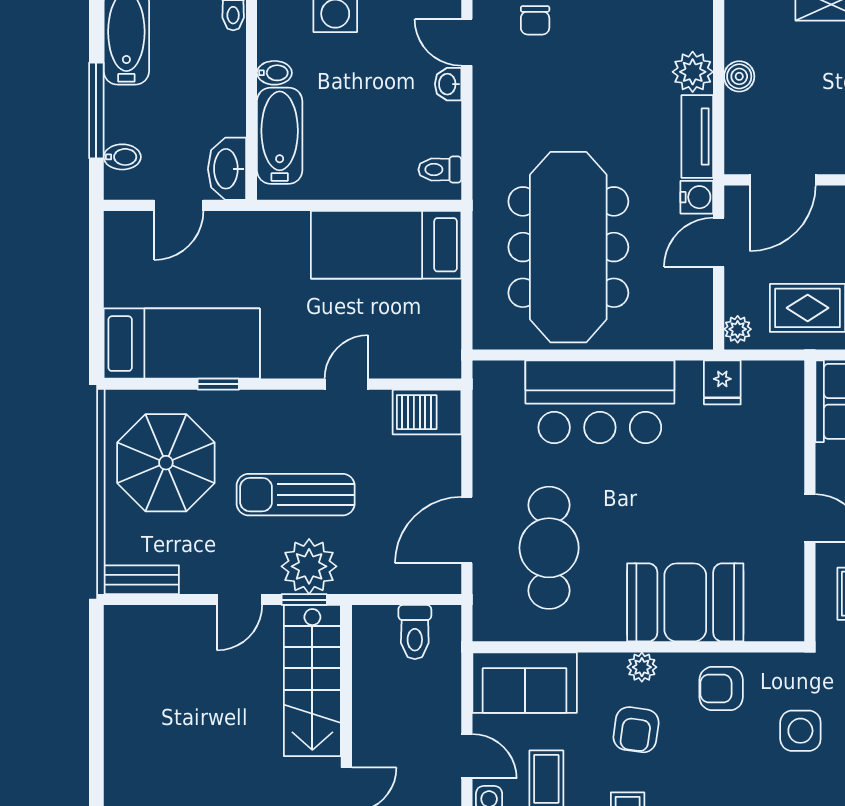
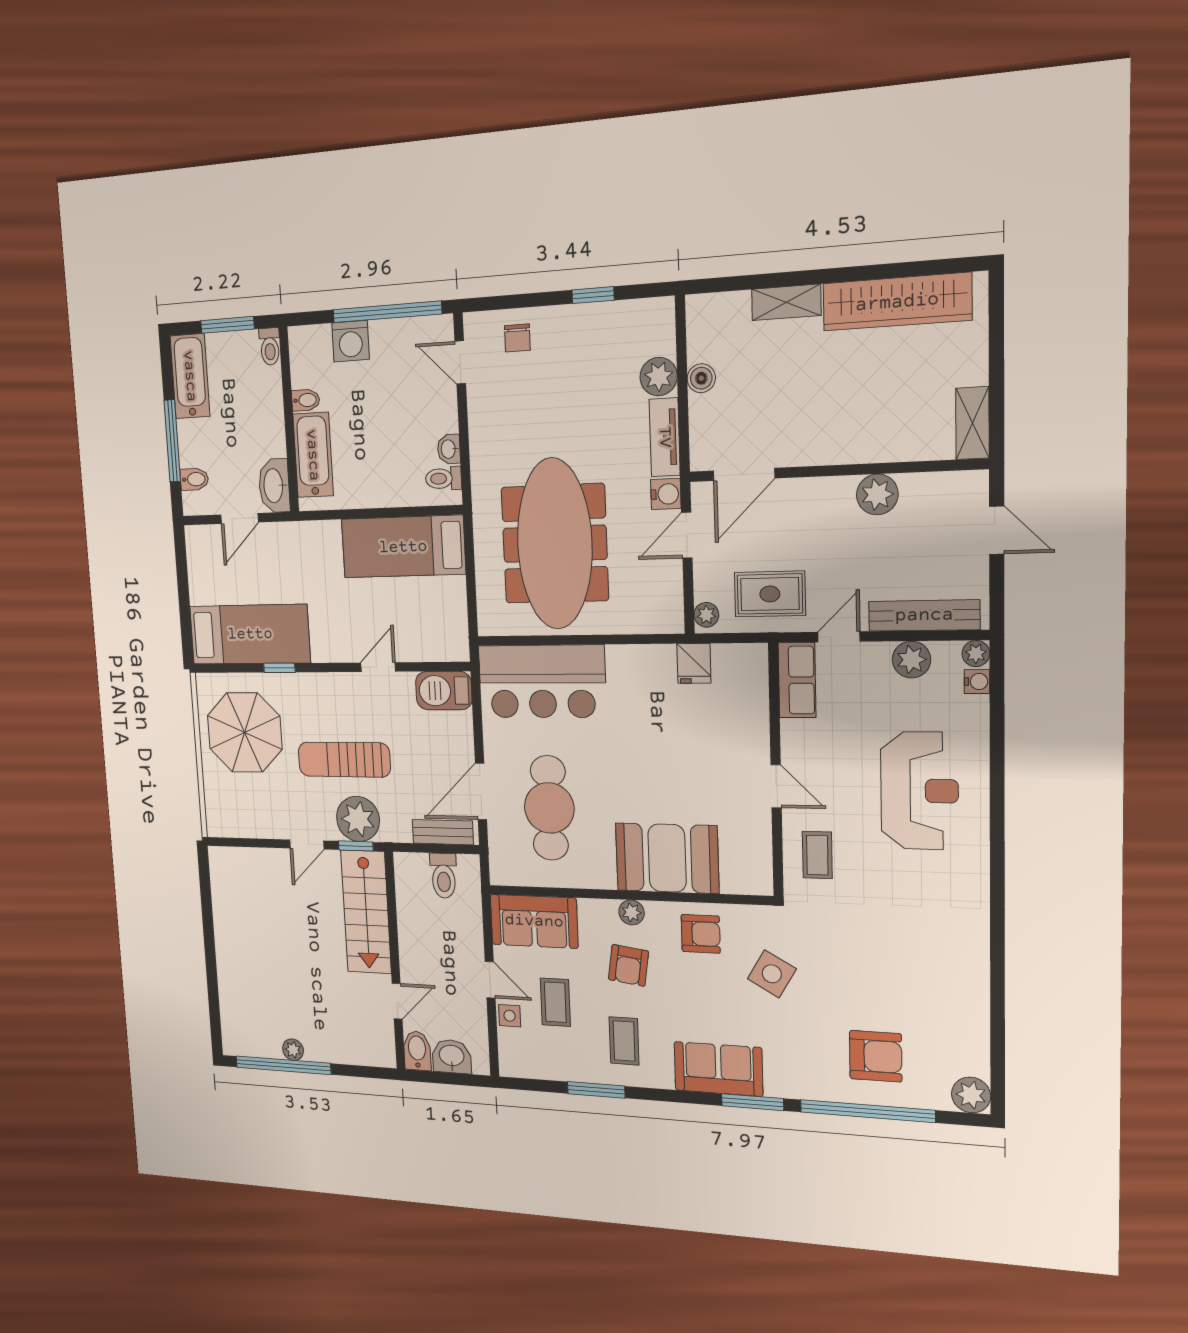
washbasin: (448, 84) -> (449, 449), moved
bar counter: (600, 402) -> (542, 682), moved
bench: (141, 580) -> (443, 832), moved
armchair: (721, 689) -> (701, 934), turned 180
side table: (800, 731) -> (772, 974), turned 30

